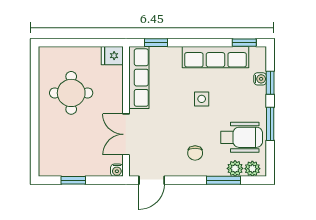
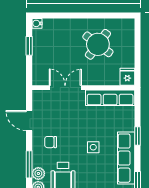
window: (156, 43) -> (138, 136), moved
round table: (71, 93) -> (98, 44), turned 37
water cooler: (117, 170) -> (37, 23), moved
door: (152, 180) -> (29, 120), moved

